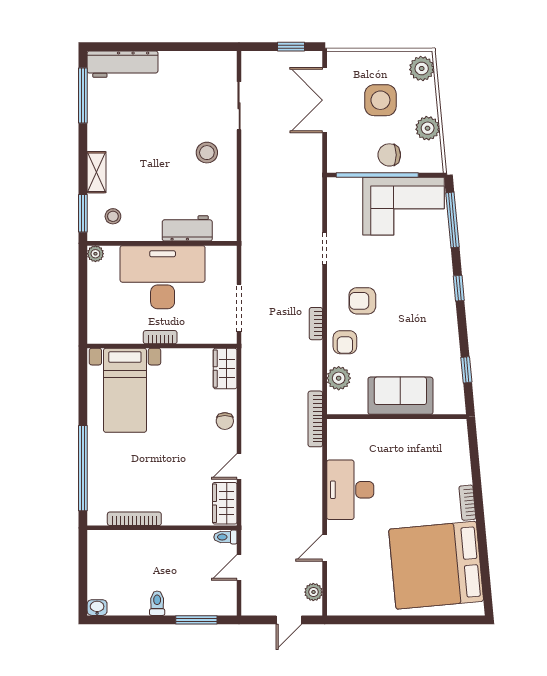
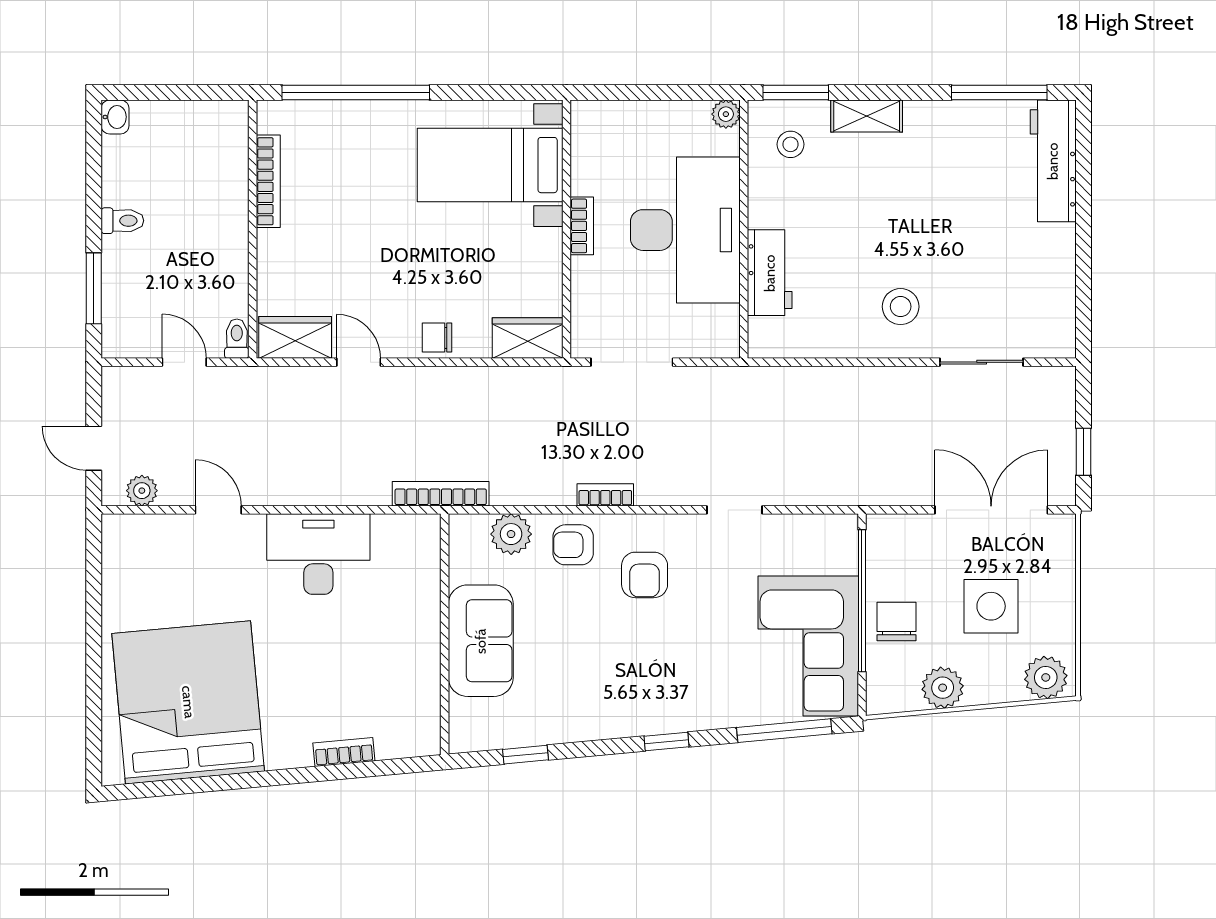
armchair: (362, 301) -> (645, 575), turned 180
bookcase: (467, 503) -> (344, 752), moved

